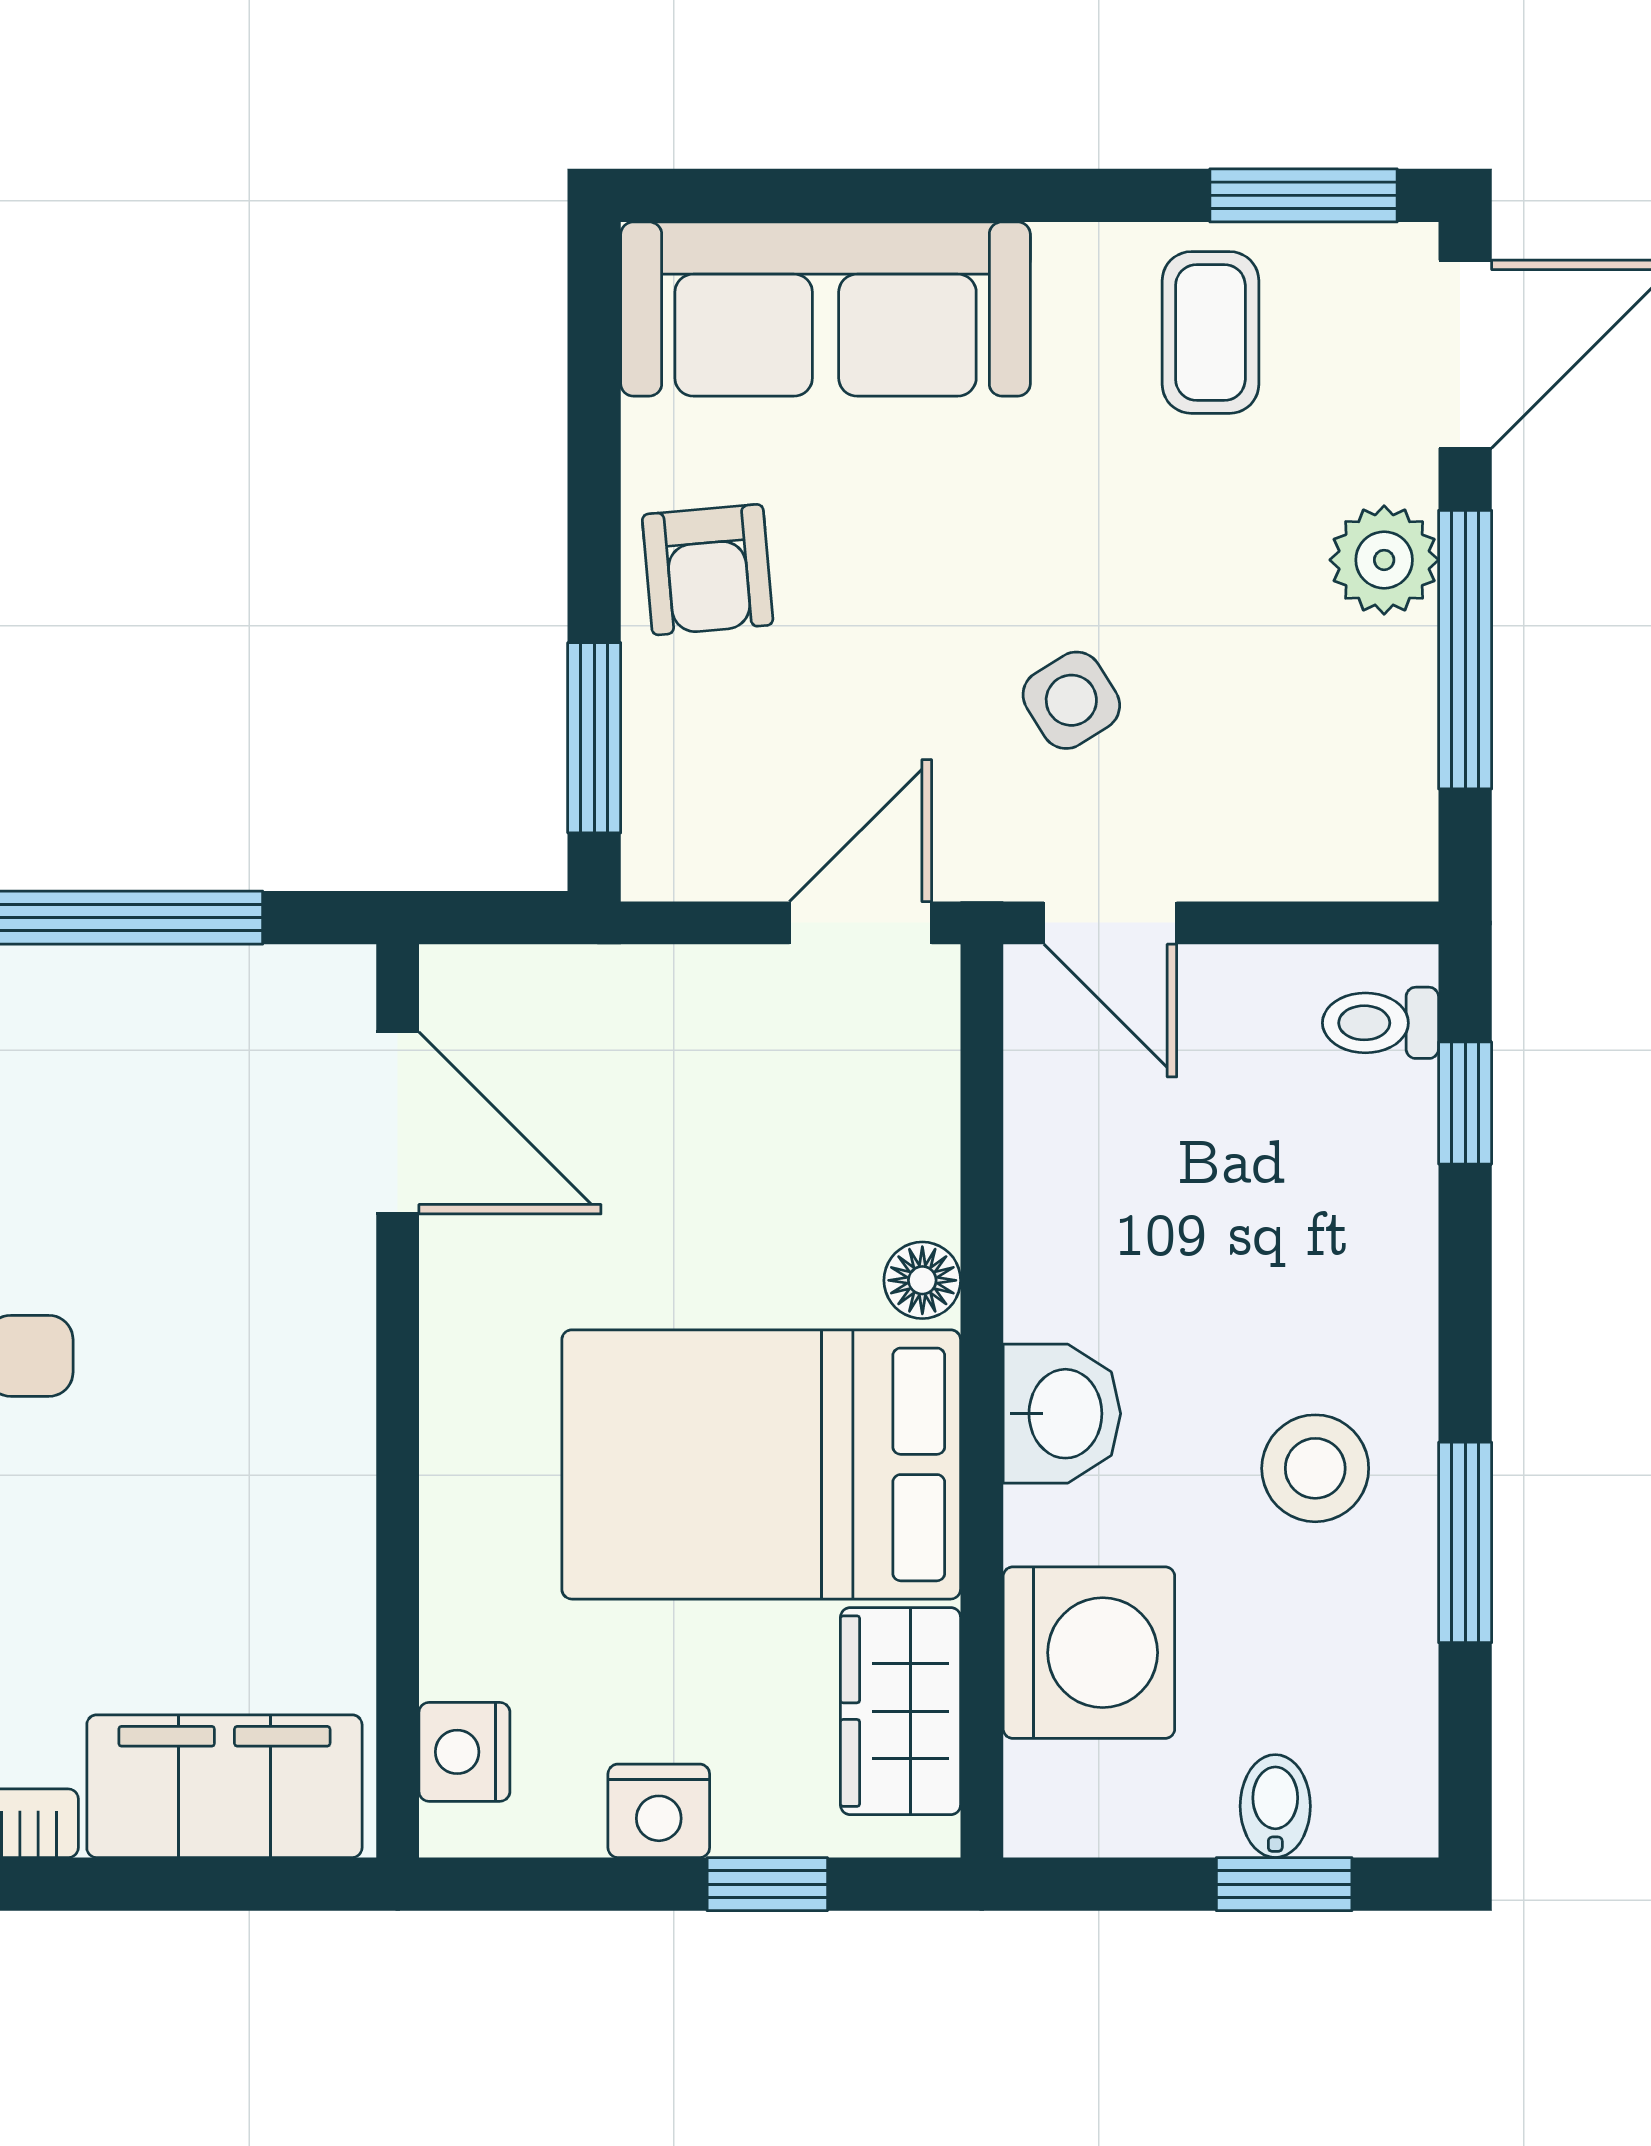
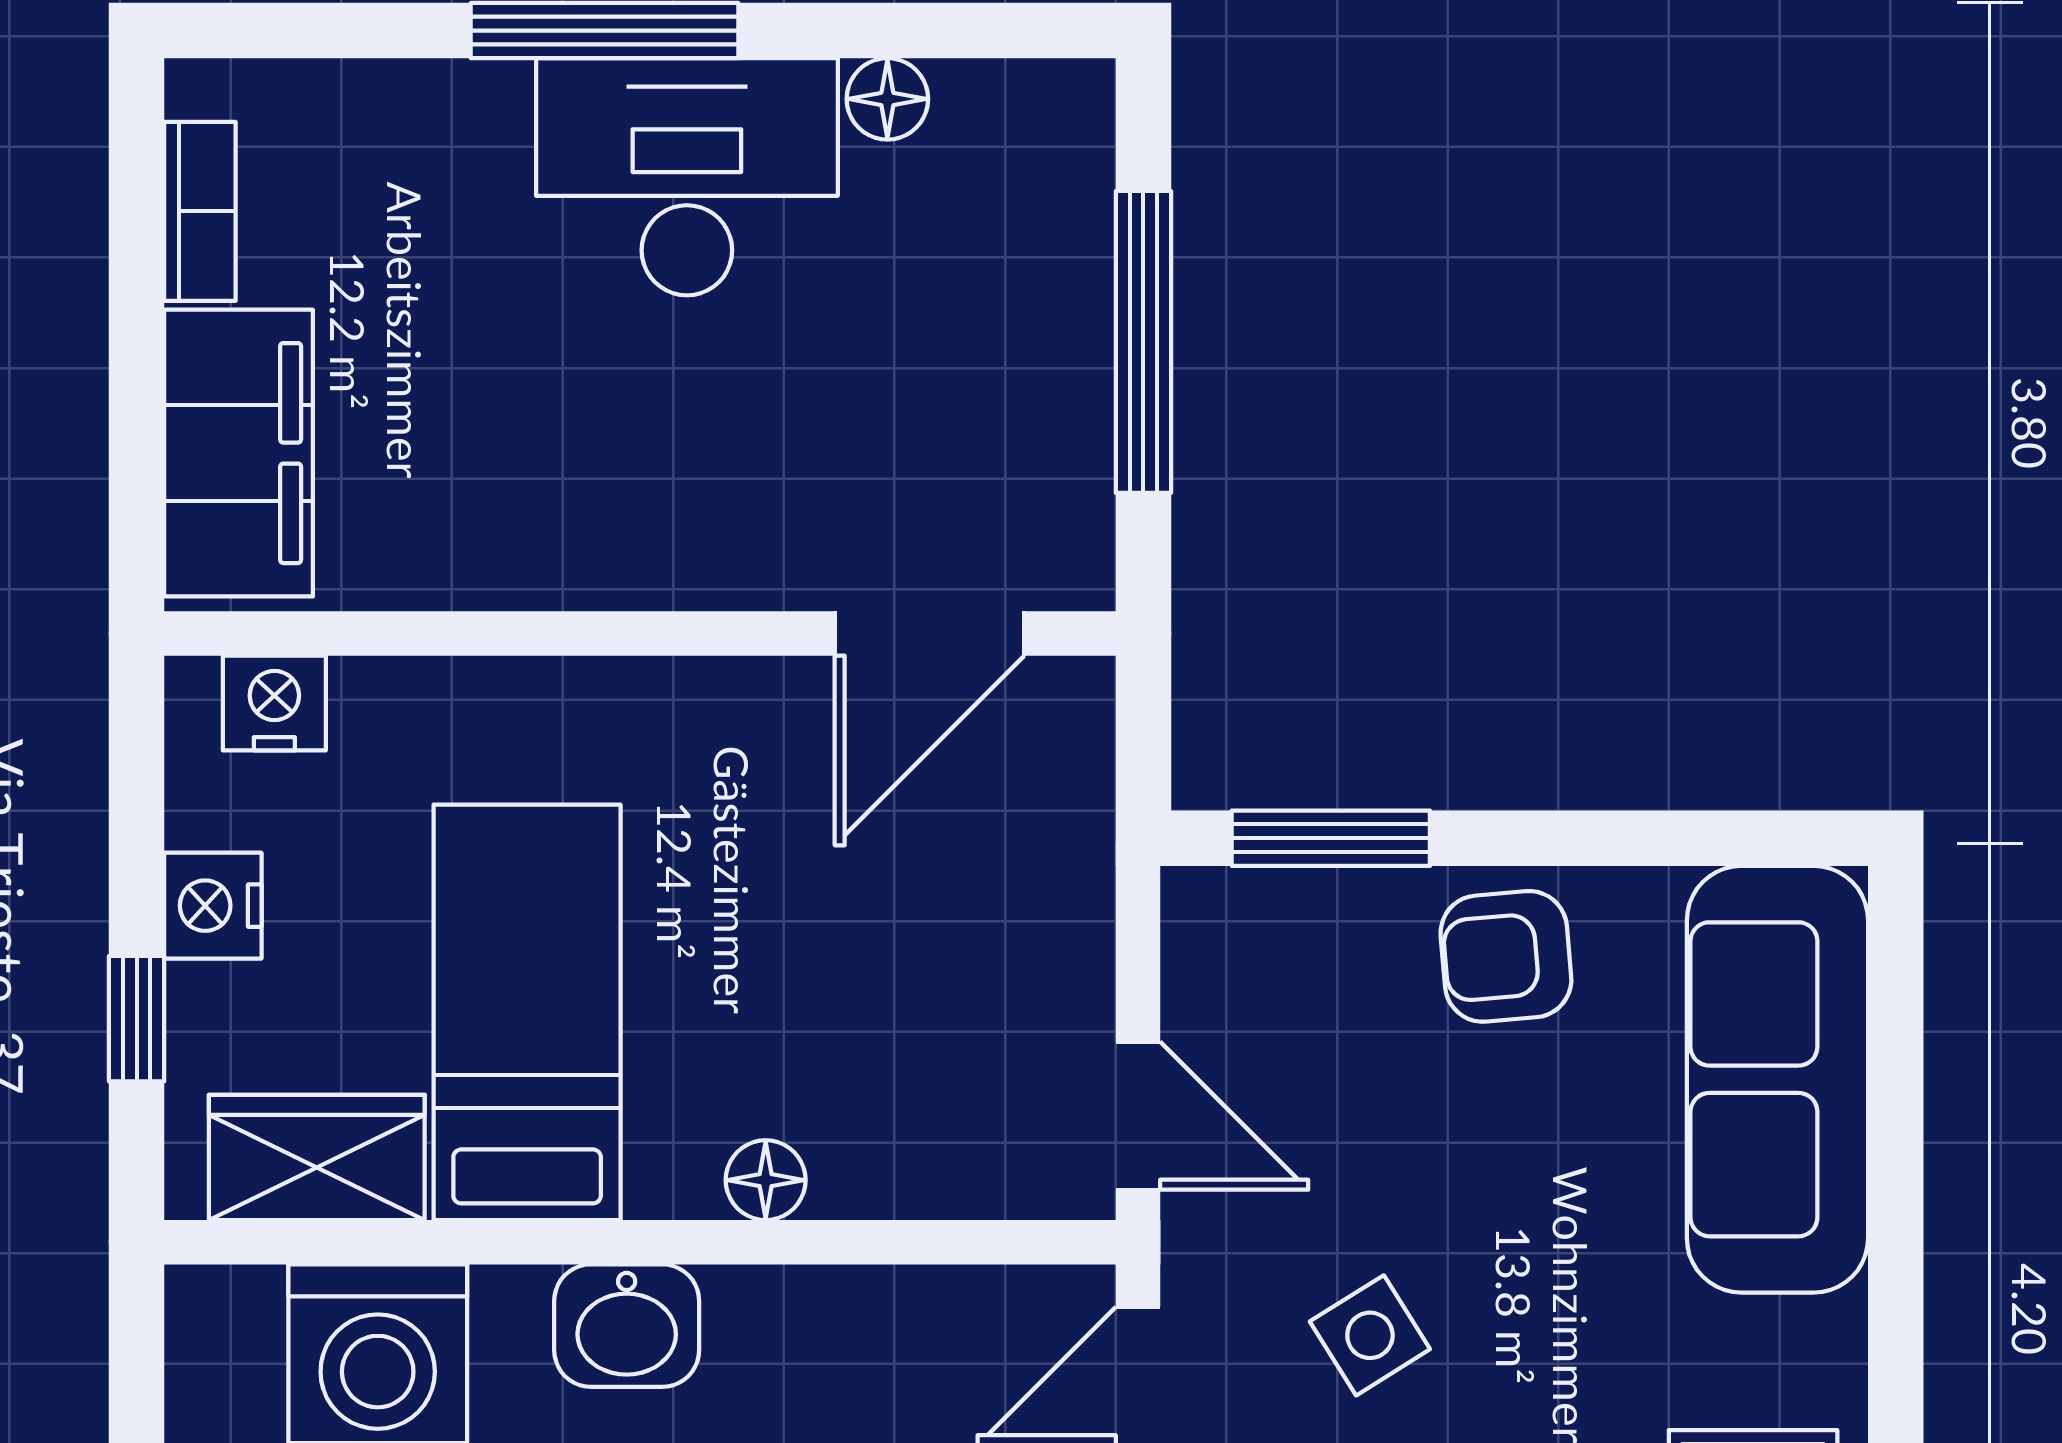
bed: (761, 1464) -> (527, 1012), width x0.67

